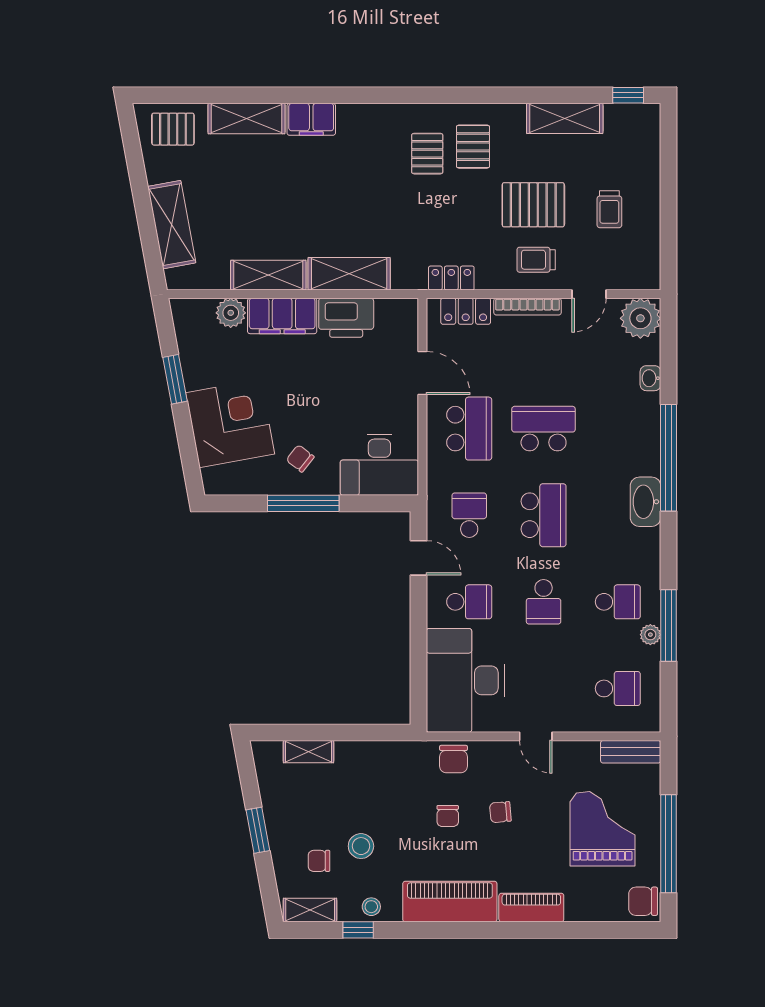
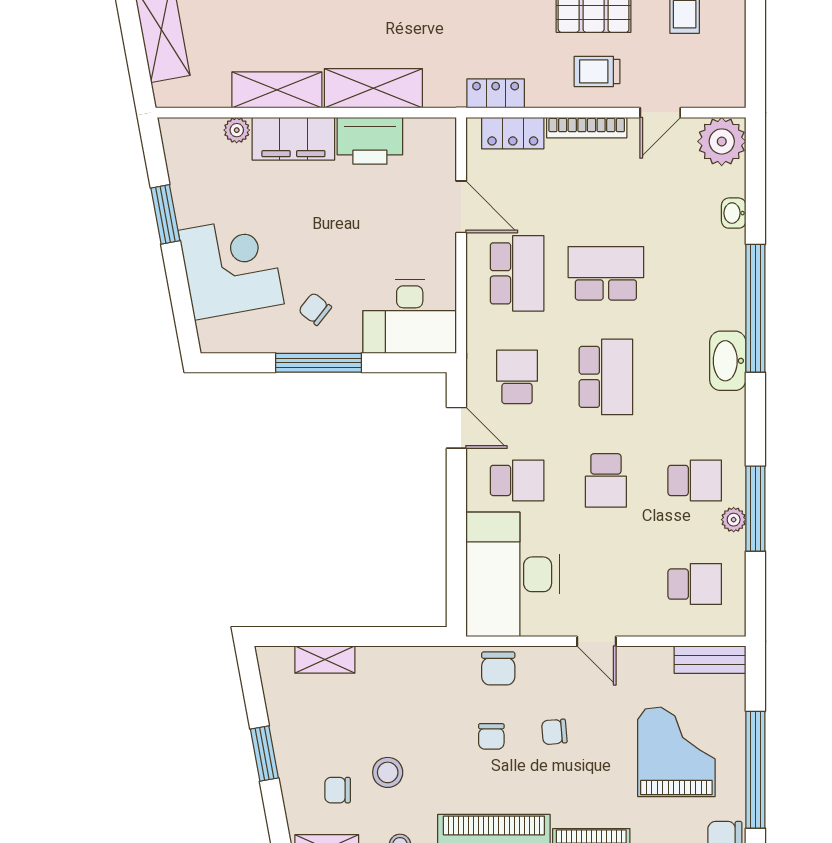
plant: (231, 313) -> (237, 130), width x0.73, depth x0.73

